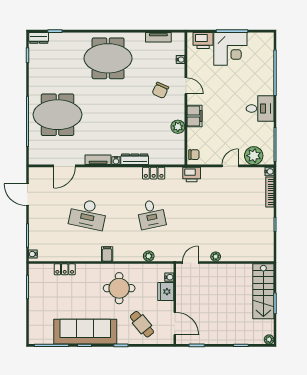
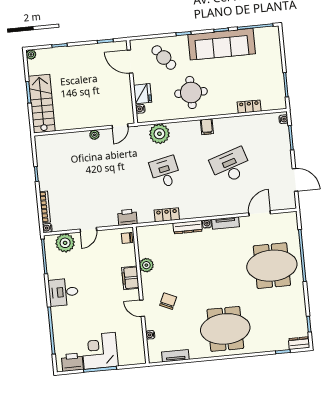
printer: (203, 41) -> (72, 362), moved
desk: (88, 214) -> (231, 166), turned -30
plant: (149, 256) -> (159, 134), width x1.87, depth x1.87

